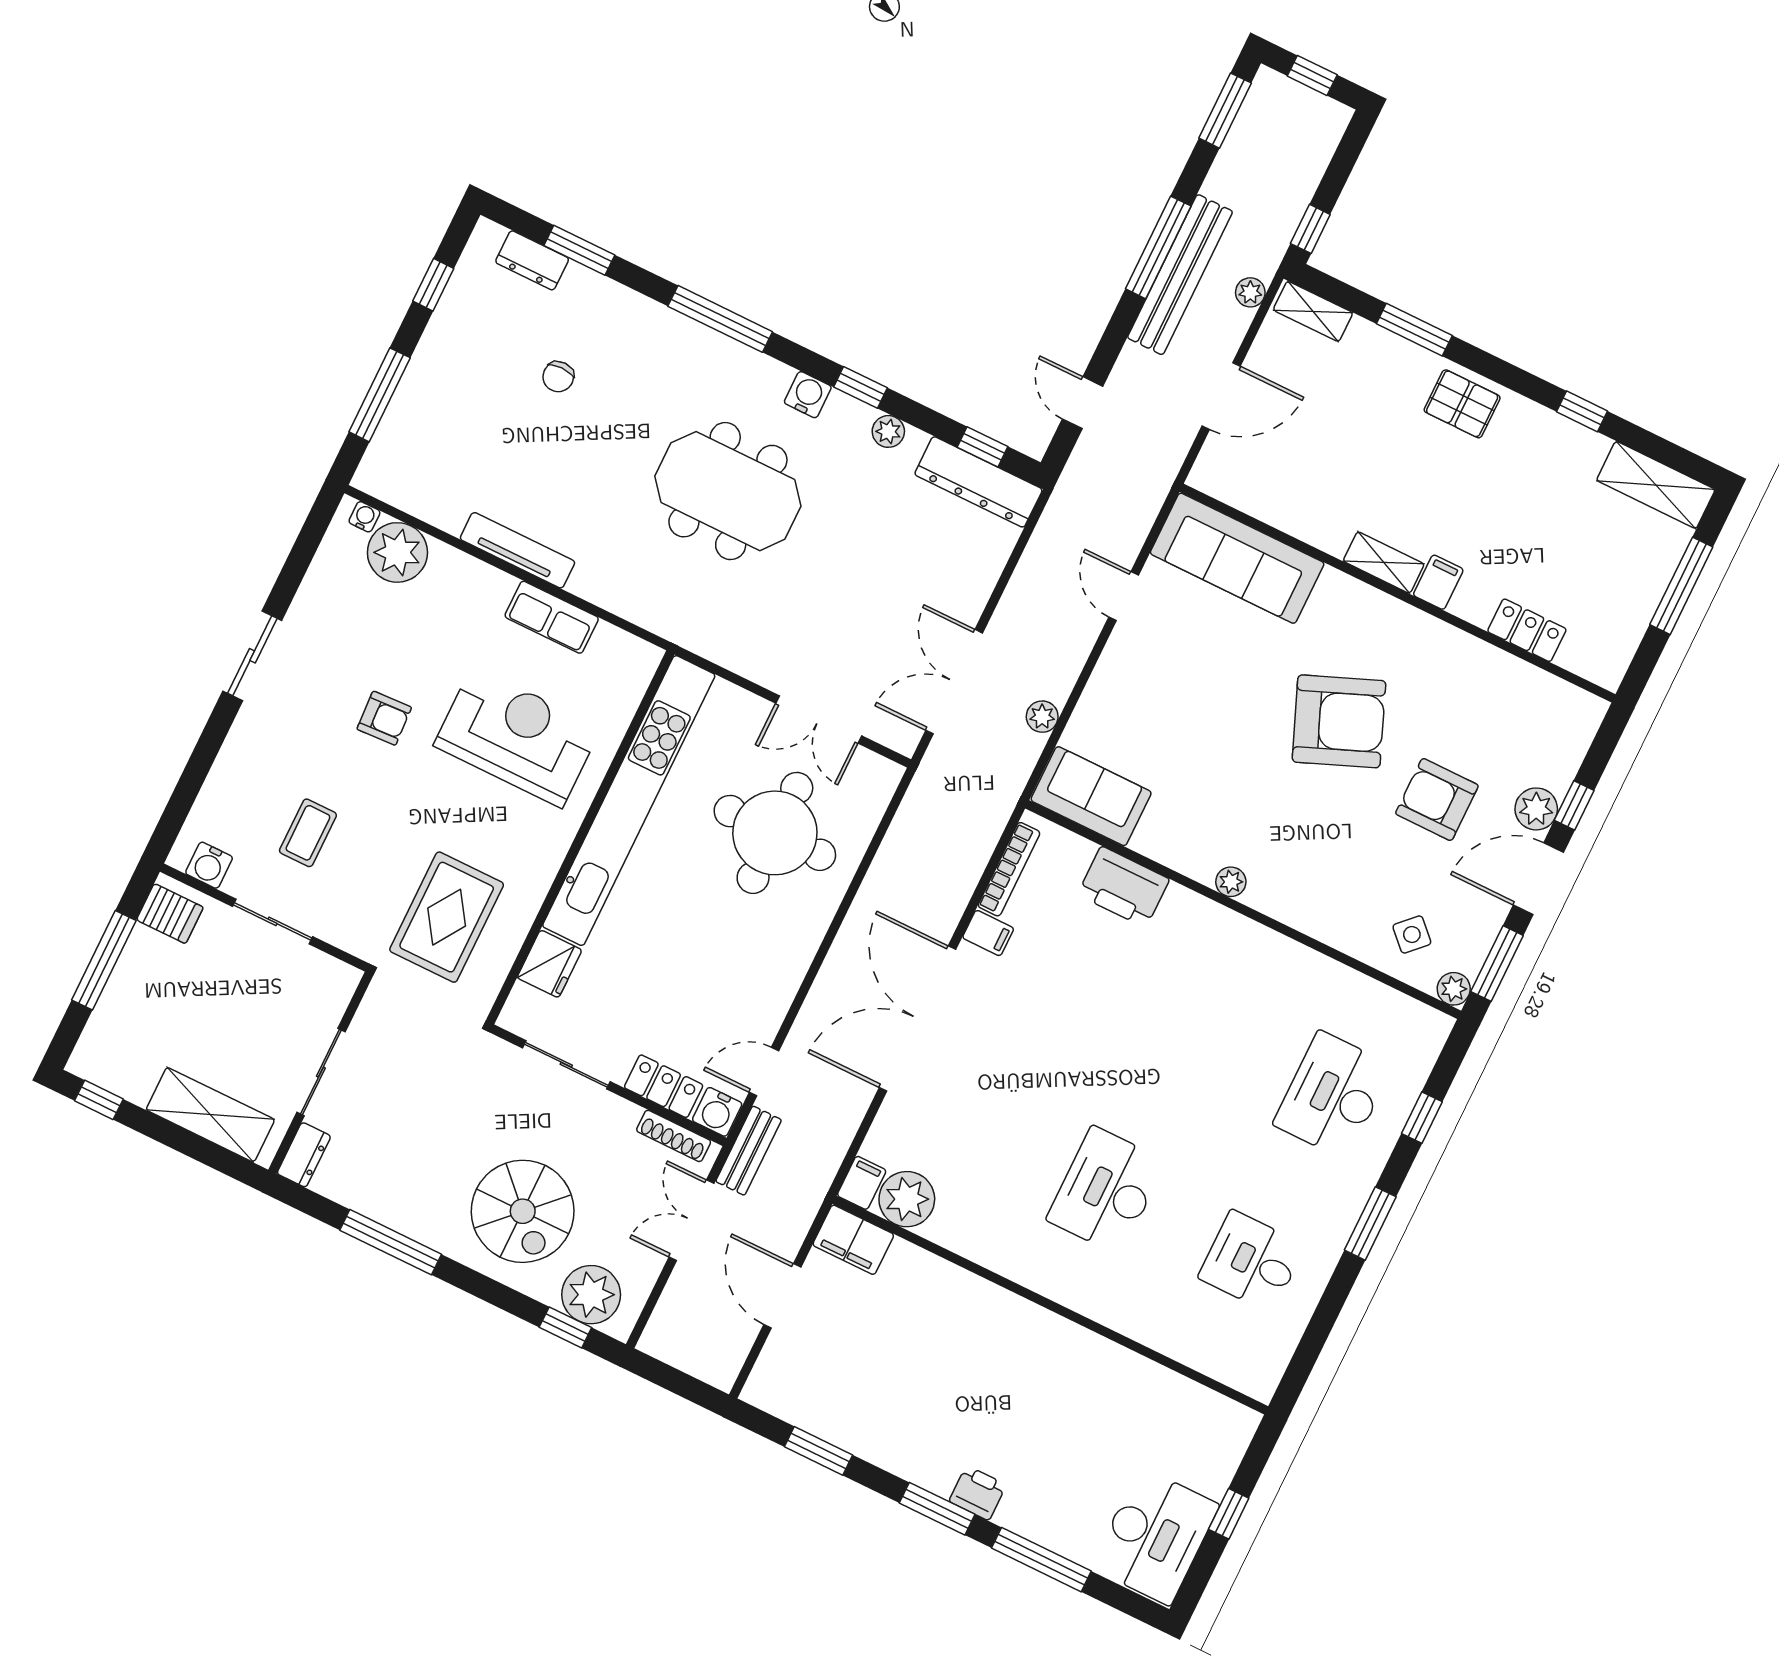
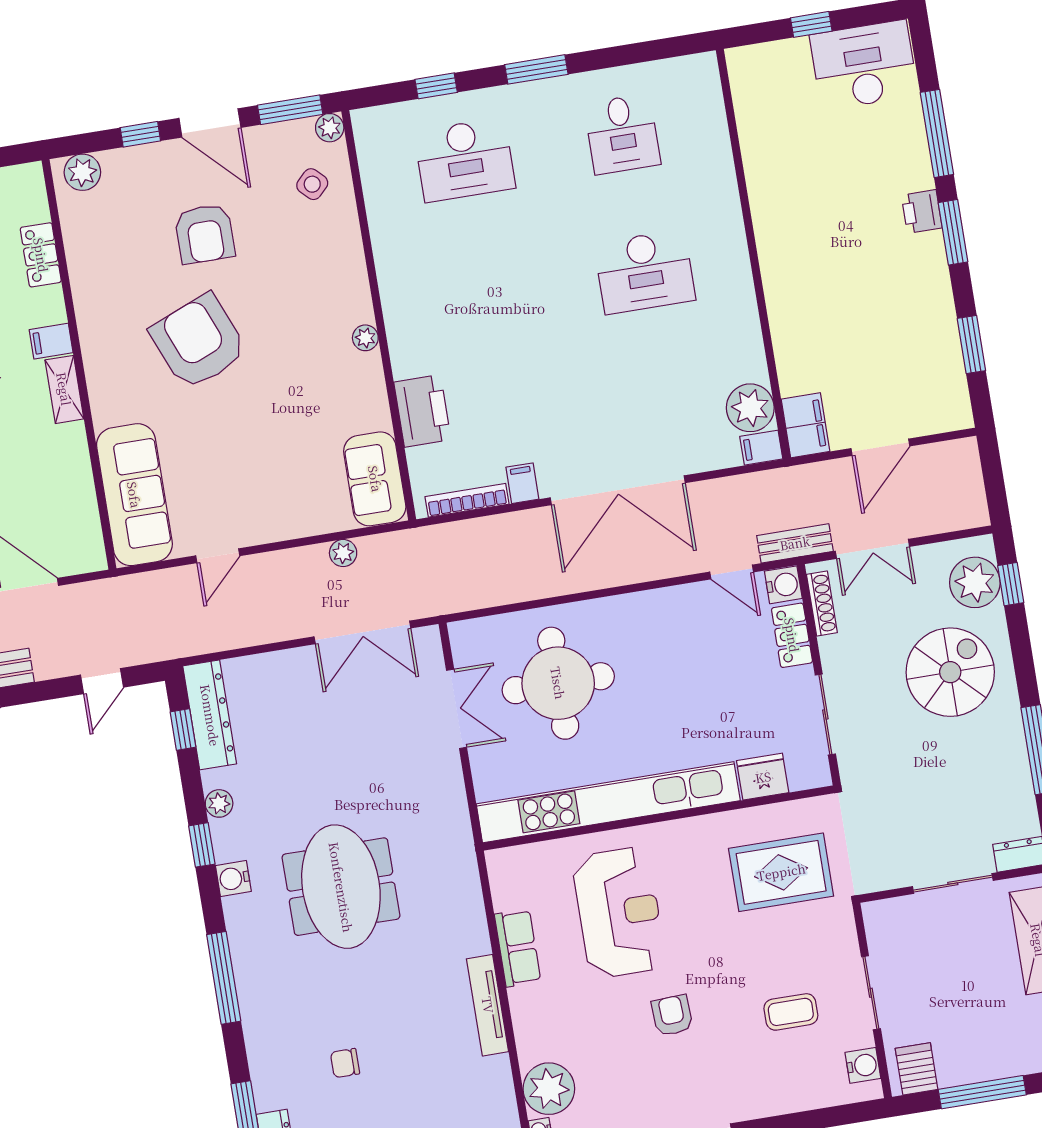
chair: (558, 377) -> (345, 1063), turned 180
reception desk: (517, 737) -> (619, 912), turned 180
plant: (1536, 809) -> (82, 172), moved

